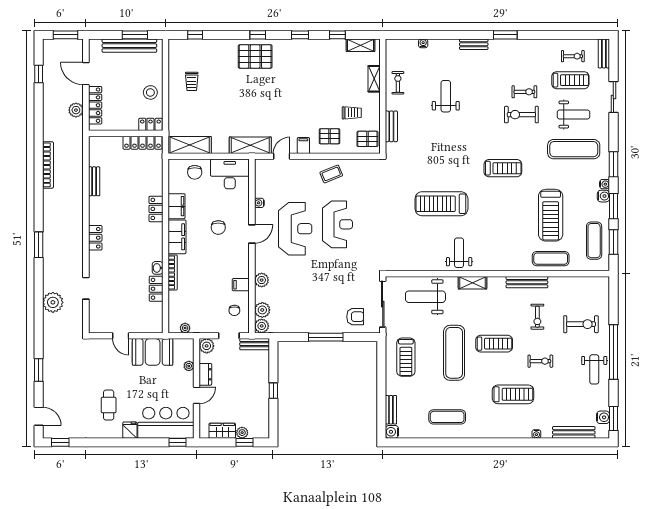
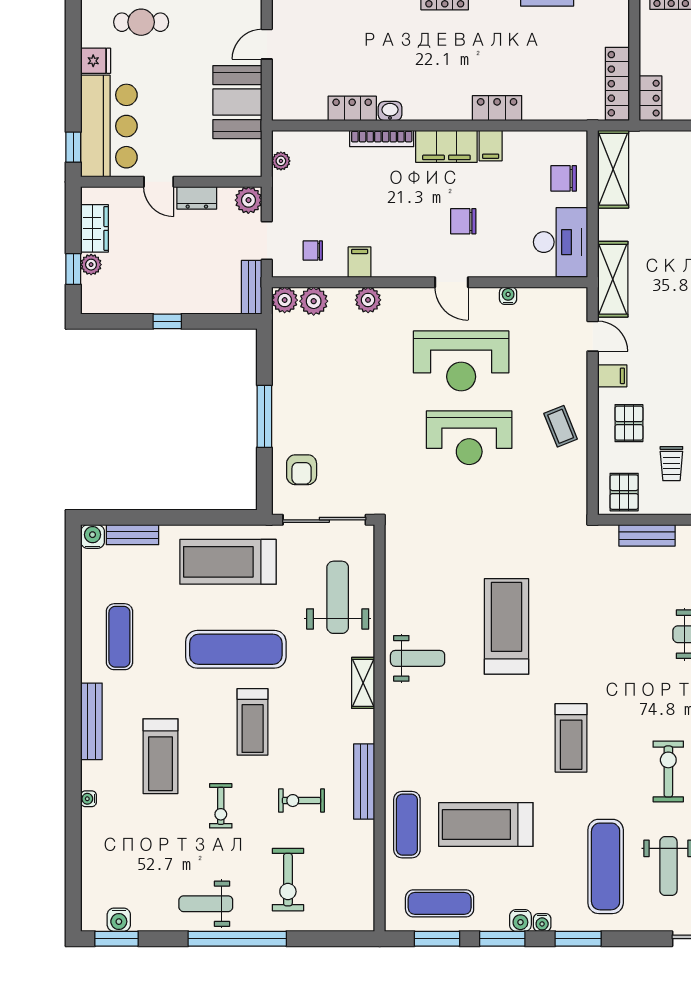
filing cabinet: (177, 206) -> (491, 146), width x0.50
treadmill: (406, 357) -> (228, 562), width x1.37, depth x1.38
plant: (189, 366) -> (212, 168), removed
bench: (574, 432) -> (91, 721), moved

